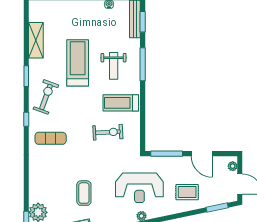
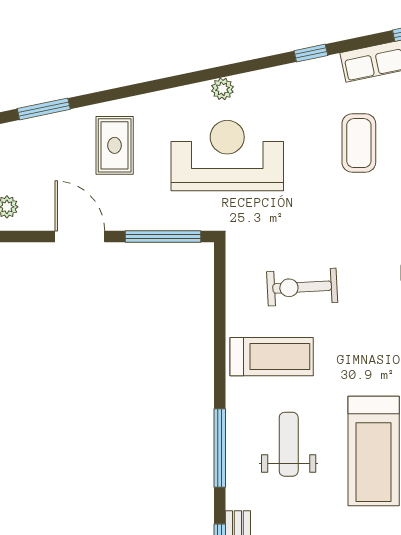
rug: (187, 192) -> (115, 145), turned 90

